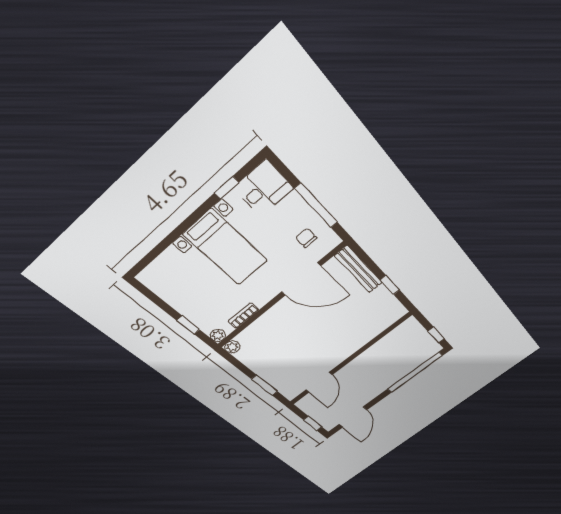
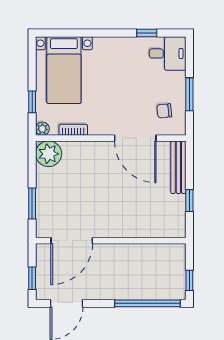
window: (316, 206) -> (189, 94), width x0.69
chair: (306, 238) -> (164, 111), turned -96
bed with nightstands: (226, 248) -> (64, 70), moved
plant: (232, 347) -> (49, 154), width x1.88, depth x1.88
door: (319, 382) -> (72, 241), width x1.36

